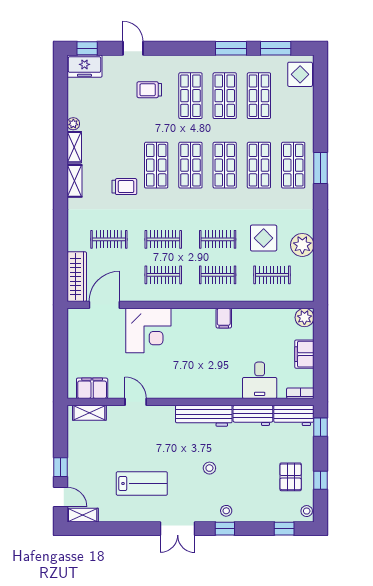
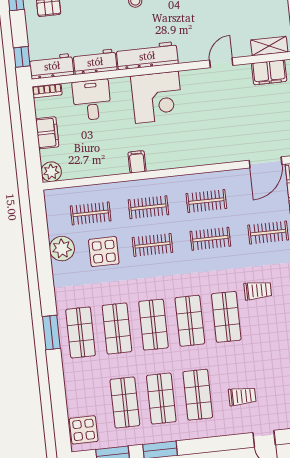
trolley: (124, 187) -> (258, 290), turned 180
corner desk: (148, 331) -> (157, 97), moved, turned 180
door: (136, 402) -> (221, 63), swing flipped

